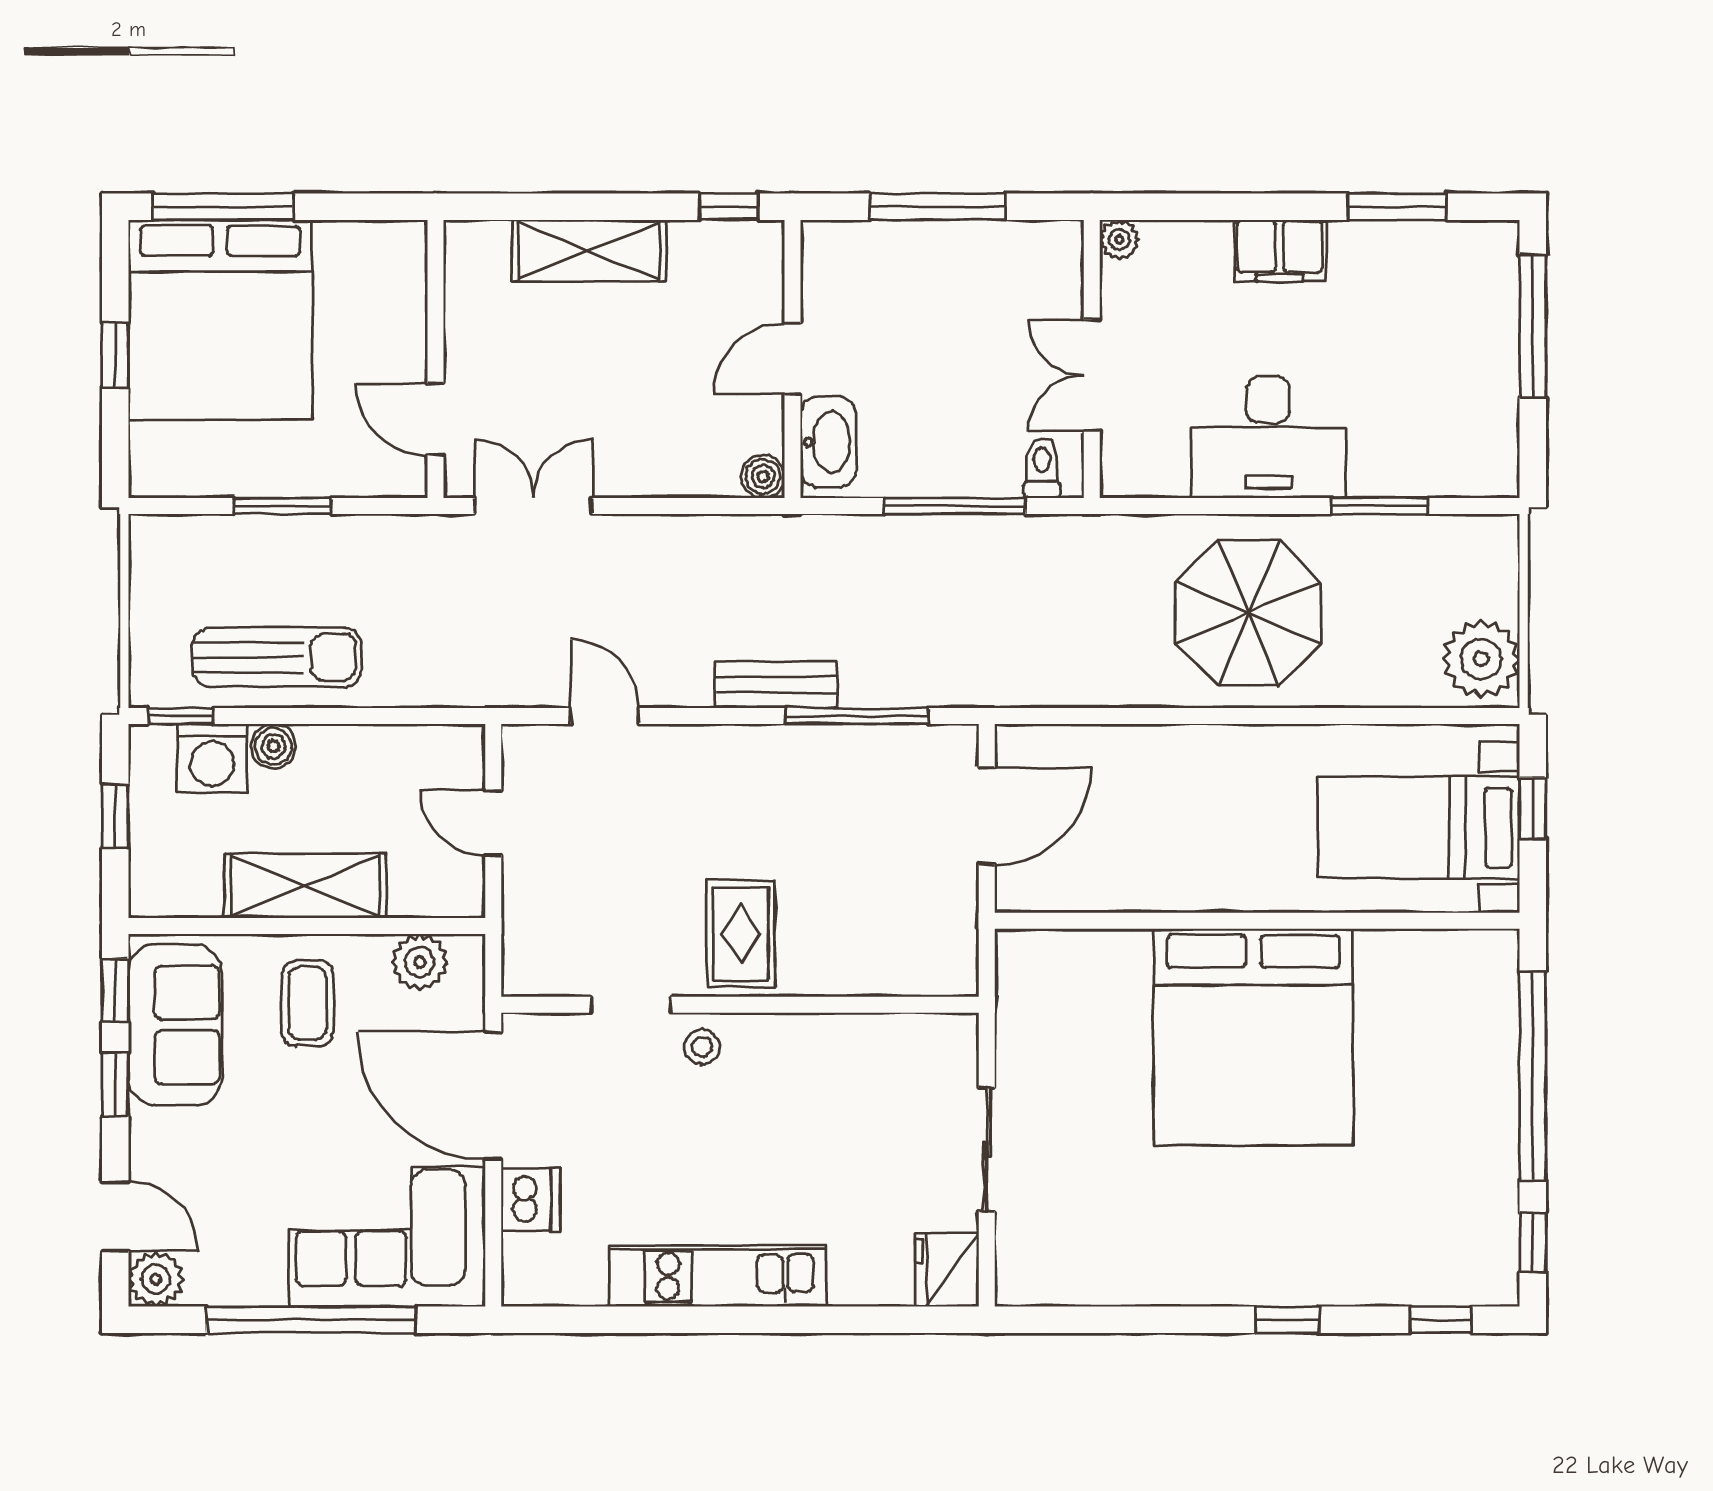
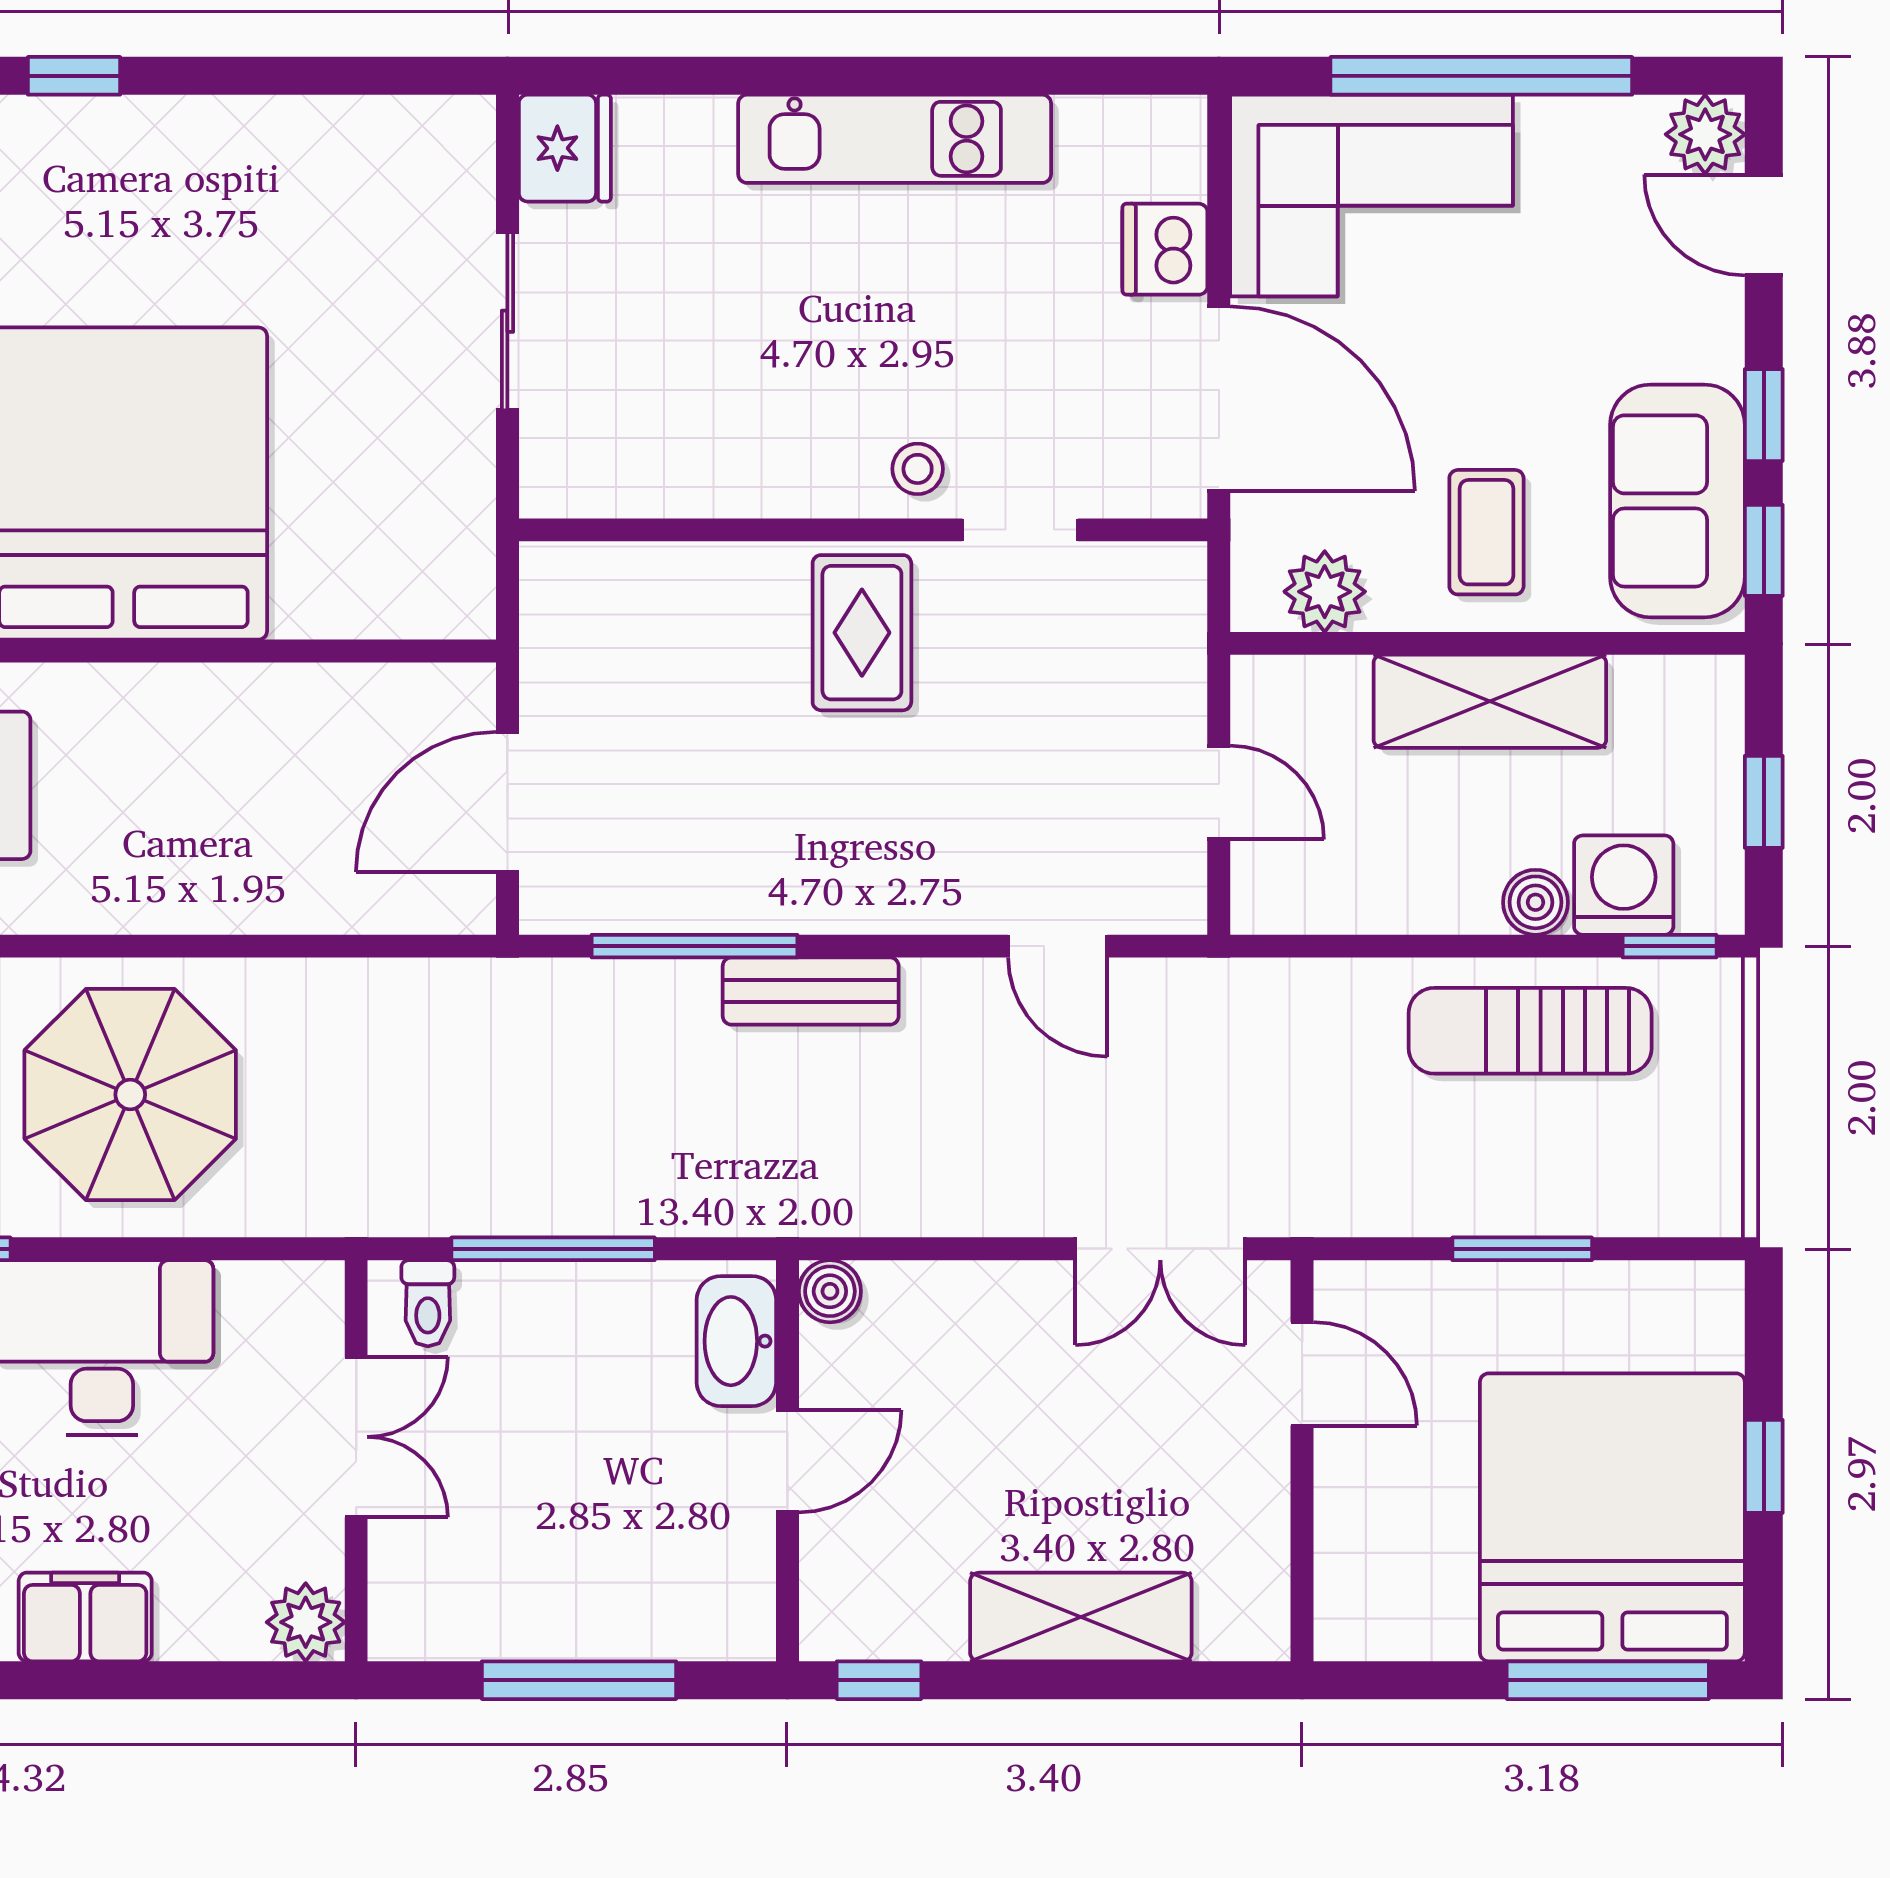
plant: (1119, 240) -> (306, 1622), width x1.38, depth x1.38

